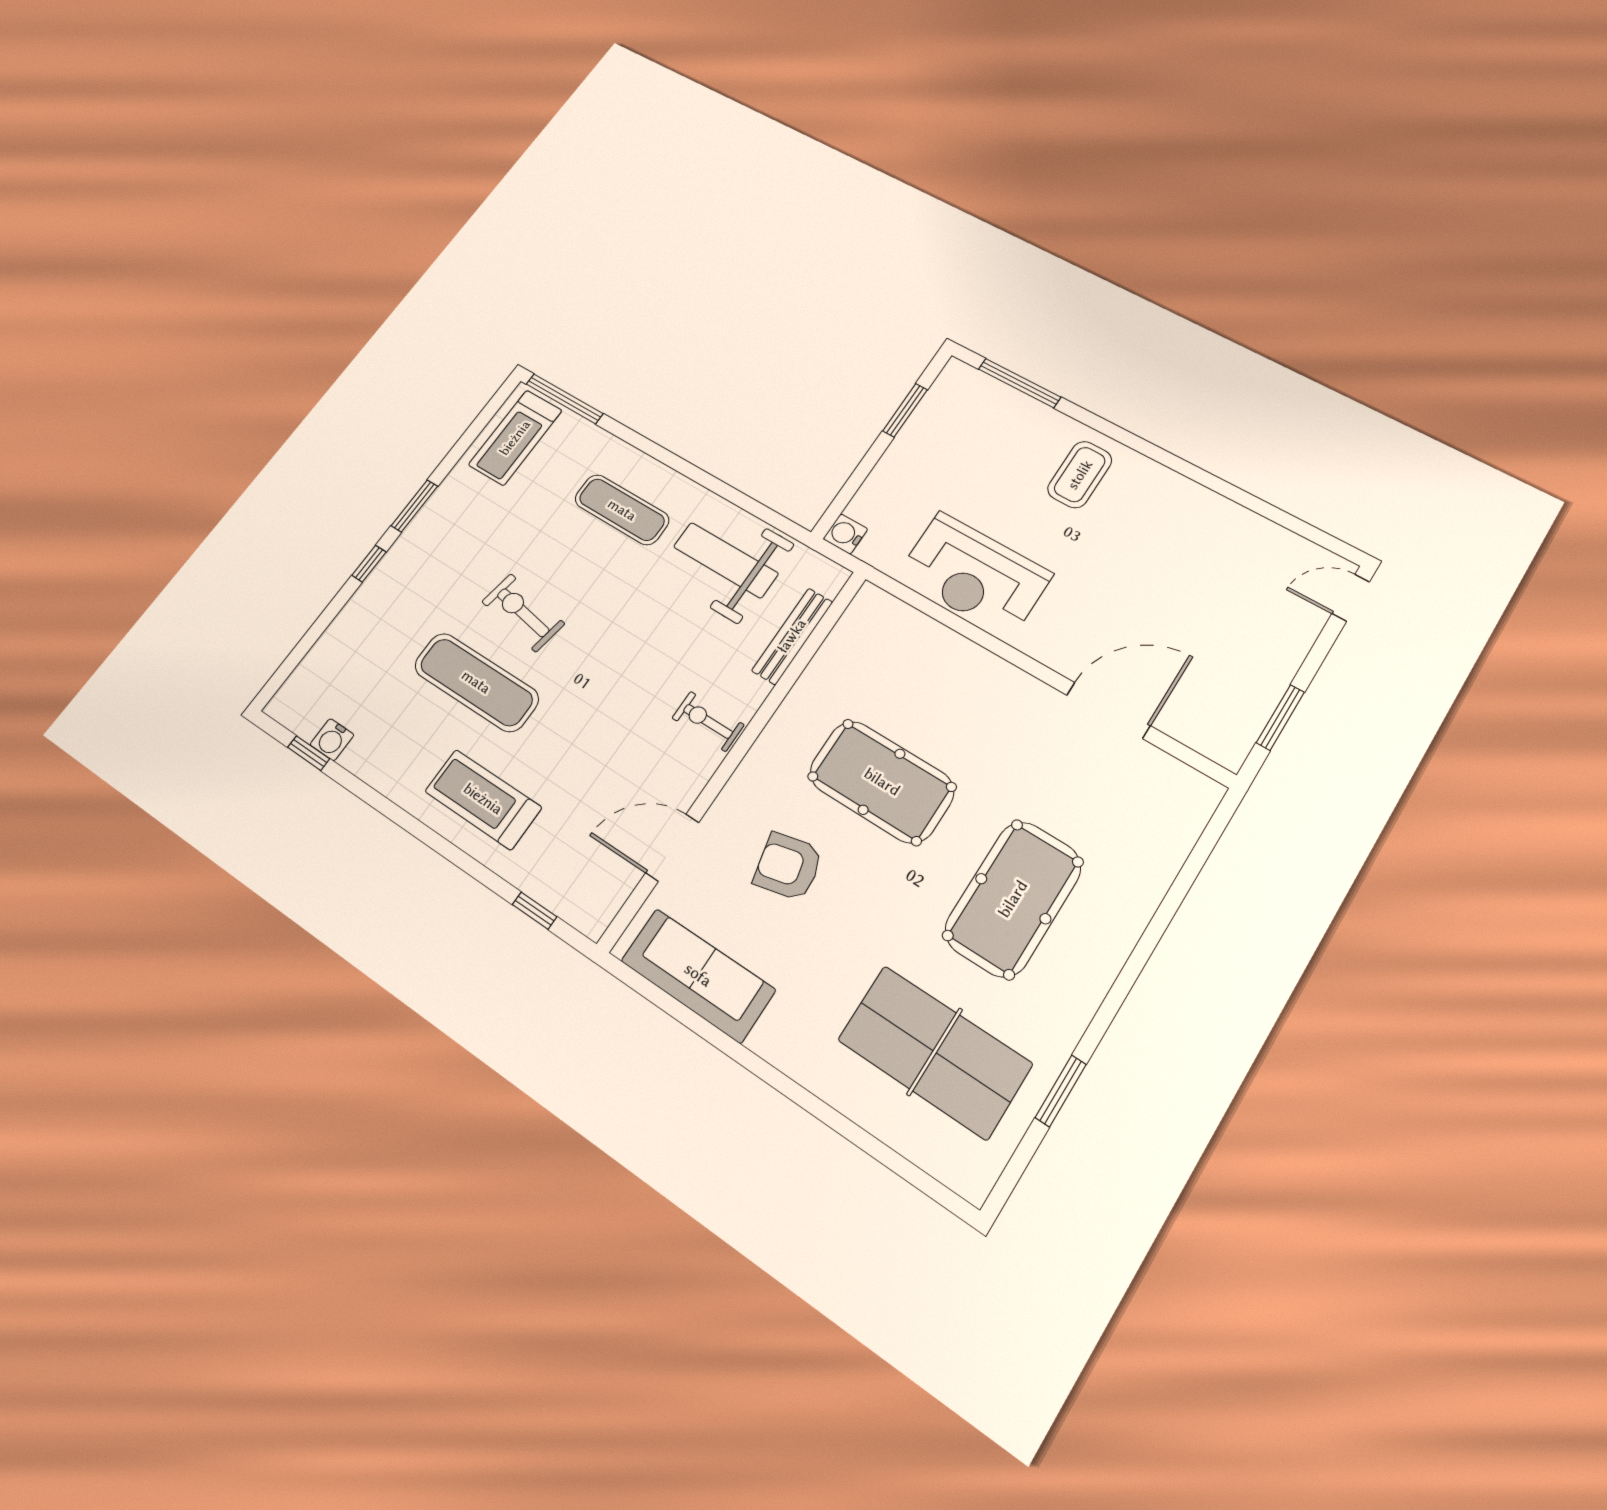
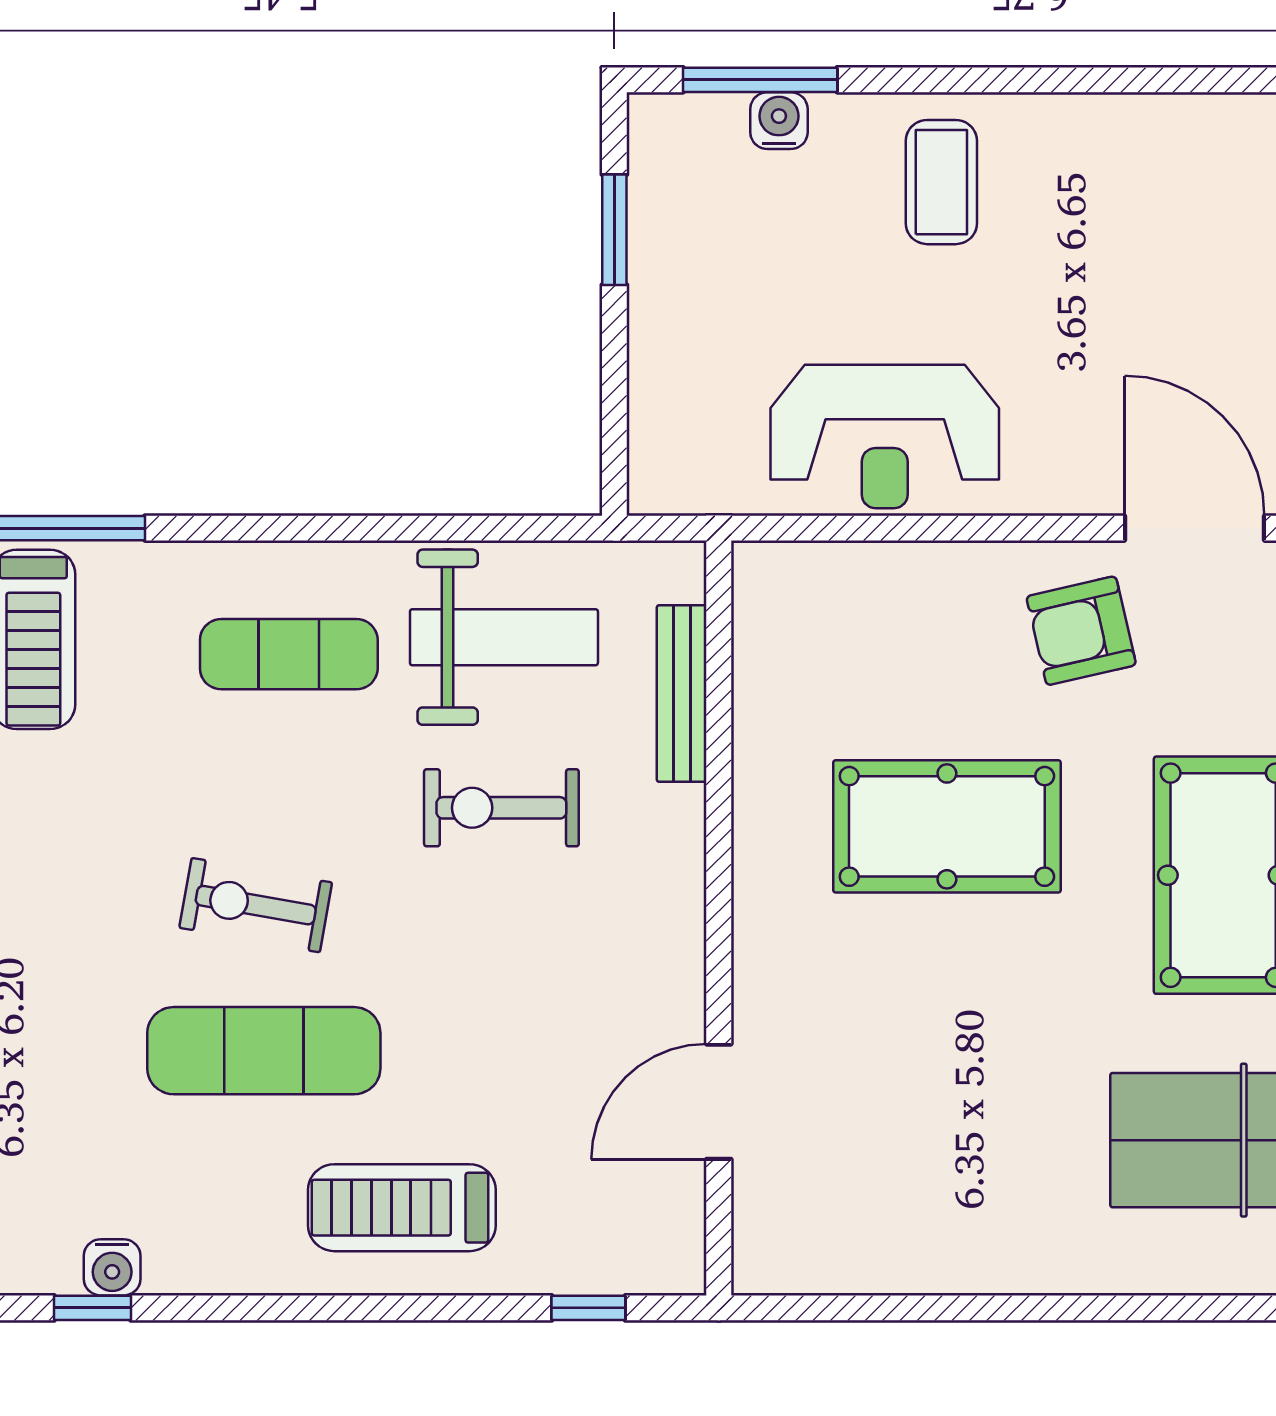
water cooler: (845, 534) -> (779, 121), moved, turned 90
weight bench: (726, 560) -> (504, 637), turned 180
door: (1108, 710) -> (1195, 528), hinge flipped
exercise bike: (708, 721) -> (501, 808), moved, width x1.38, depth x1.39
armchair: (788, 867) -> (1081, 631), moved
sofa: (698, 975) -> (872, 1246), removed

